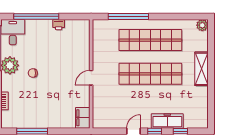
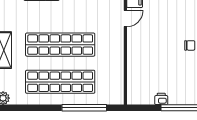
door: (91, 78) -> (125, 18), moved

